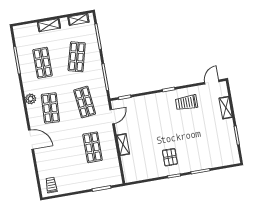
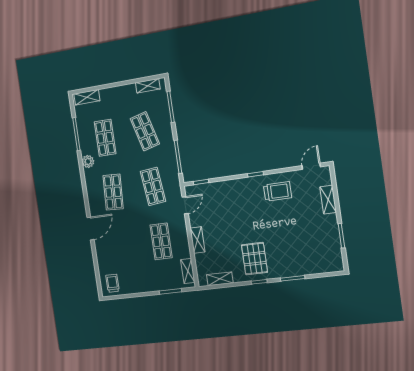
shelving: (49, 25) -> (87, 97), moved
shop shelf: (77, 57) -> (145, 131), turned -30
plant: (31, 99) -> (88, 161), moved
trolley: (186, 103) -> (278, 191), turned 180
door: (31, 140) -> (90, 229), hinge flipped
pallet: (170, 157) -> (255, 259), width x1.50, depth x1.42
shelving: (116, 171) -> (188, 271), added
shelving: (142, 175) -> (220, 279), added

